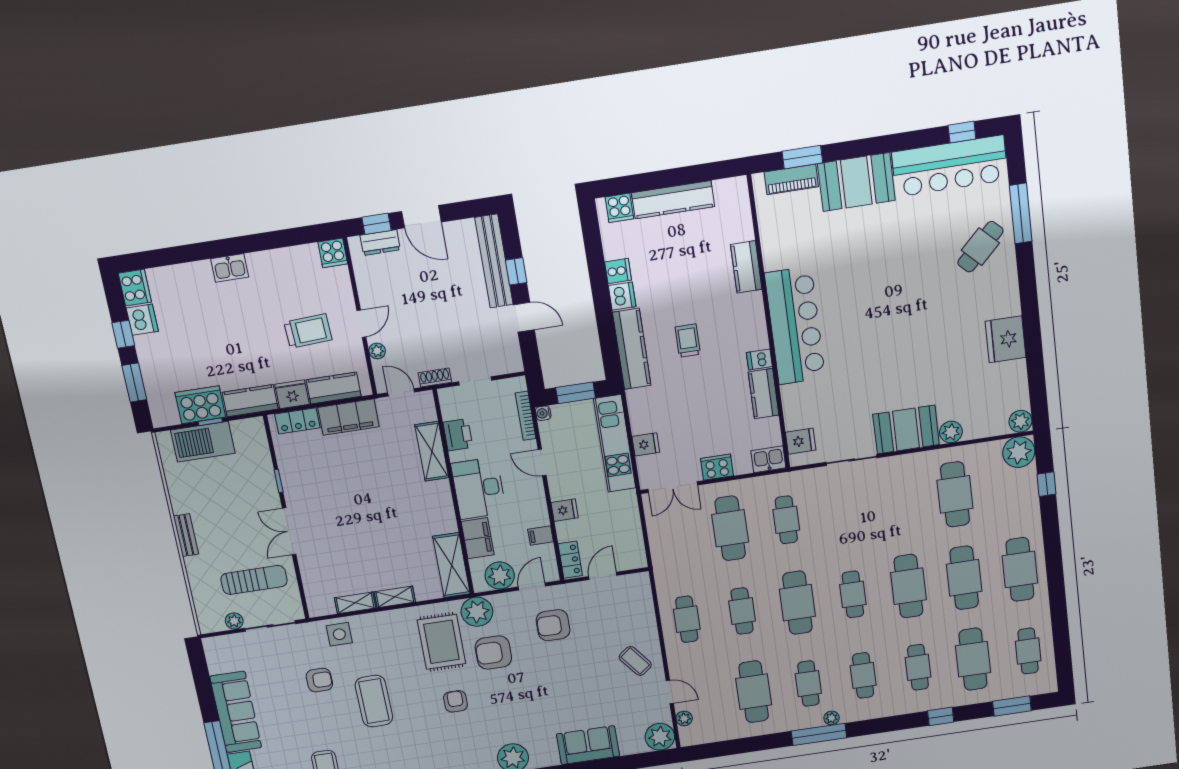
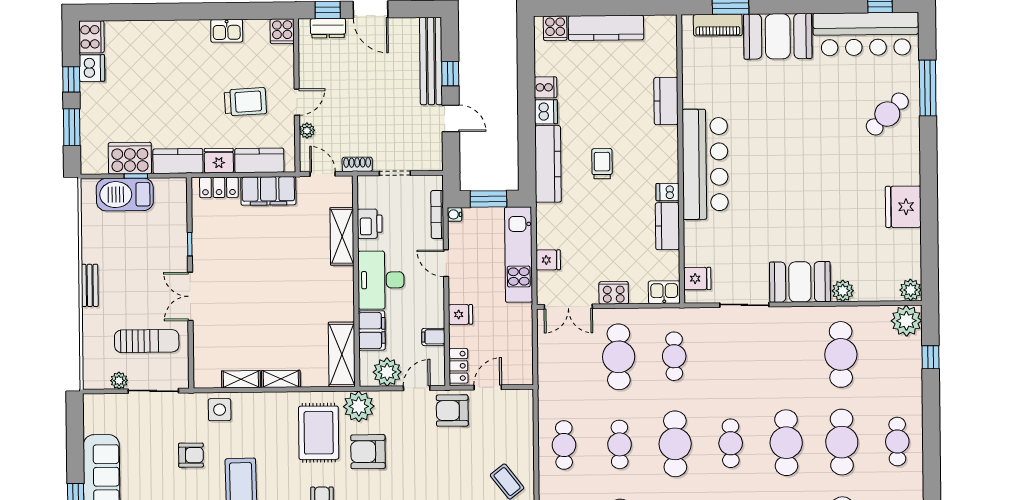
kitchen sink: (230, 268) -> (227, 31), moved
cafe table: (1020, 569) -> (897, 441), width x0.73, depth x0.74
armchair: (553, 625) -> (452, 411), moved

